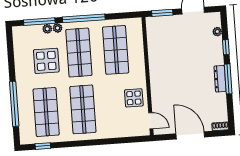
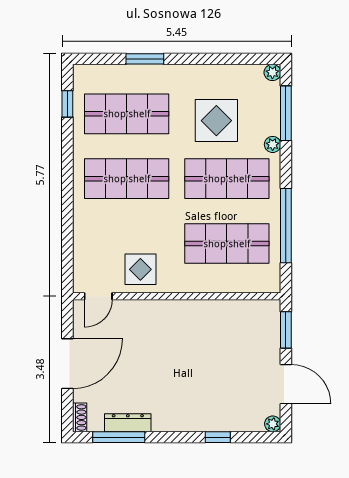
window: (84, 18) -> (286, 226), moved
plant: (47, 29) -> (272, 72), moved
plant: (217, 32) -> (273, 424), moved
dresser: (220, 79) -> (128, 423), moved
window: (228, 79) -> (119, 437), moved
window: (14, 104) -> (145, 59), width x0.47

